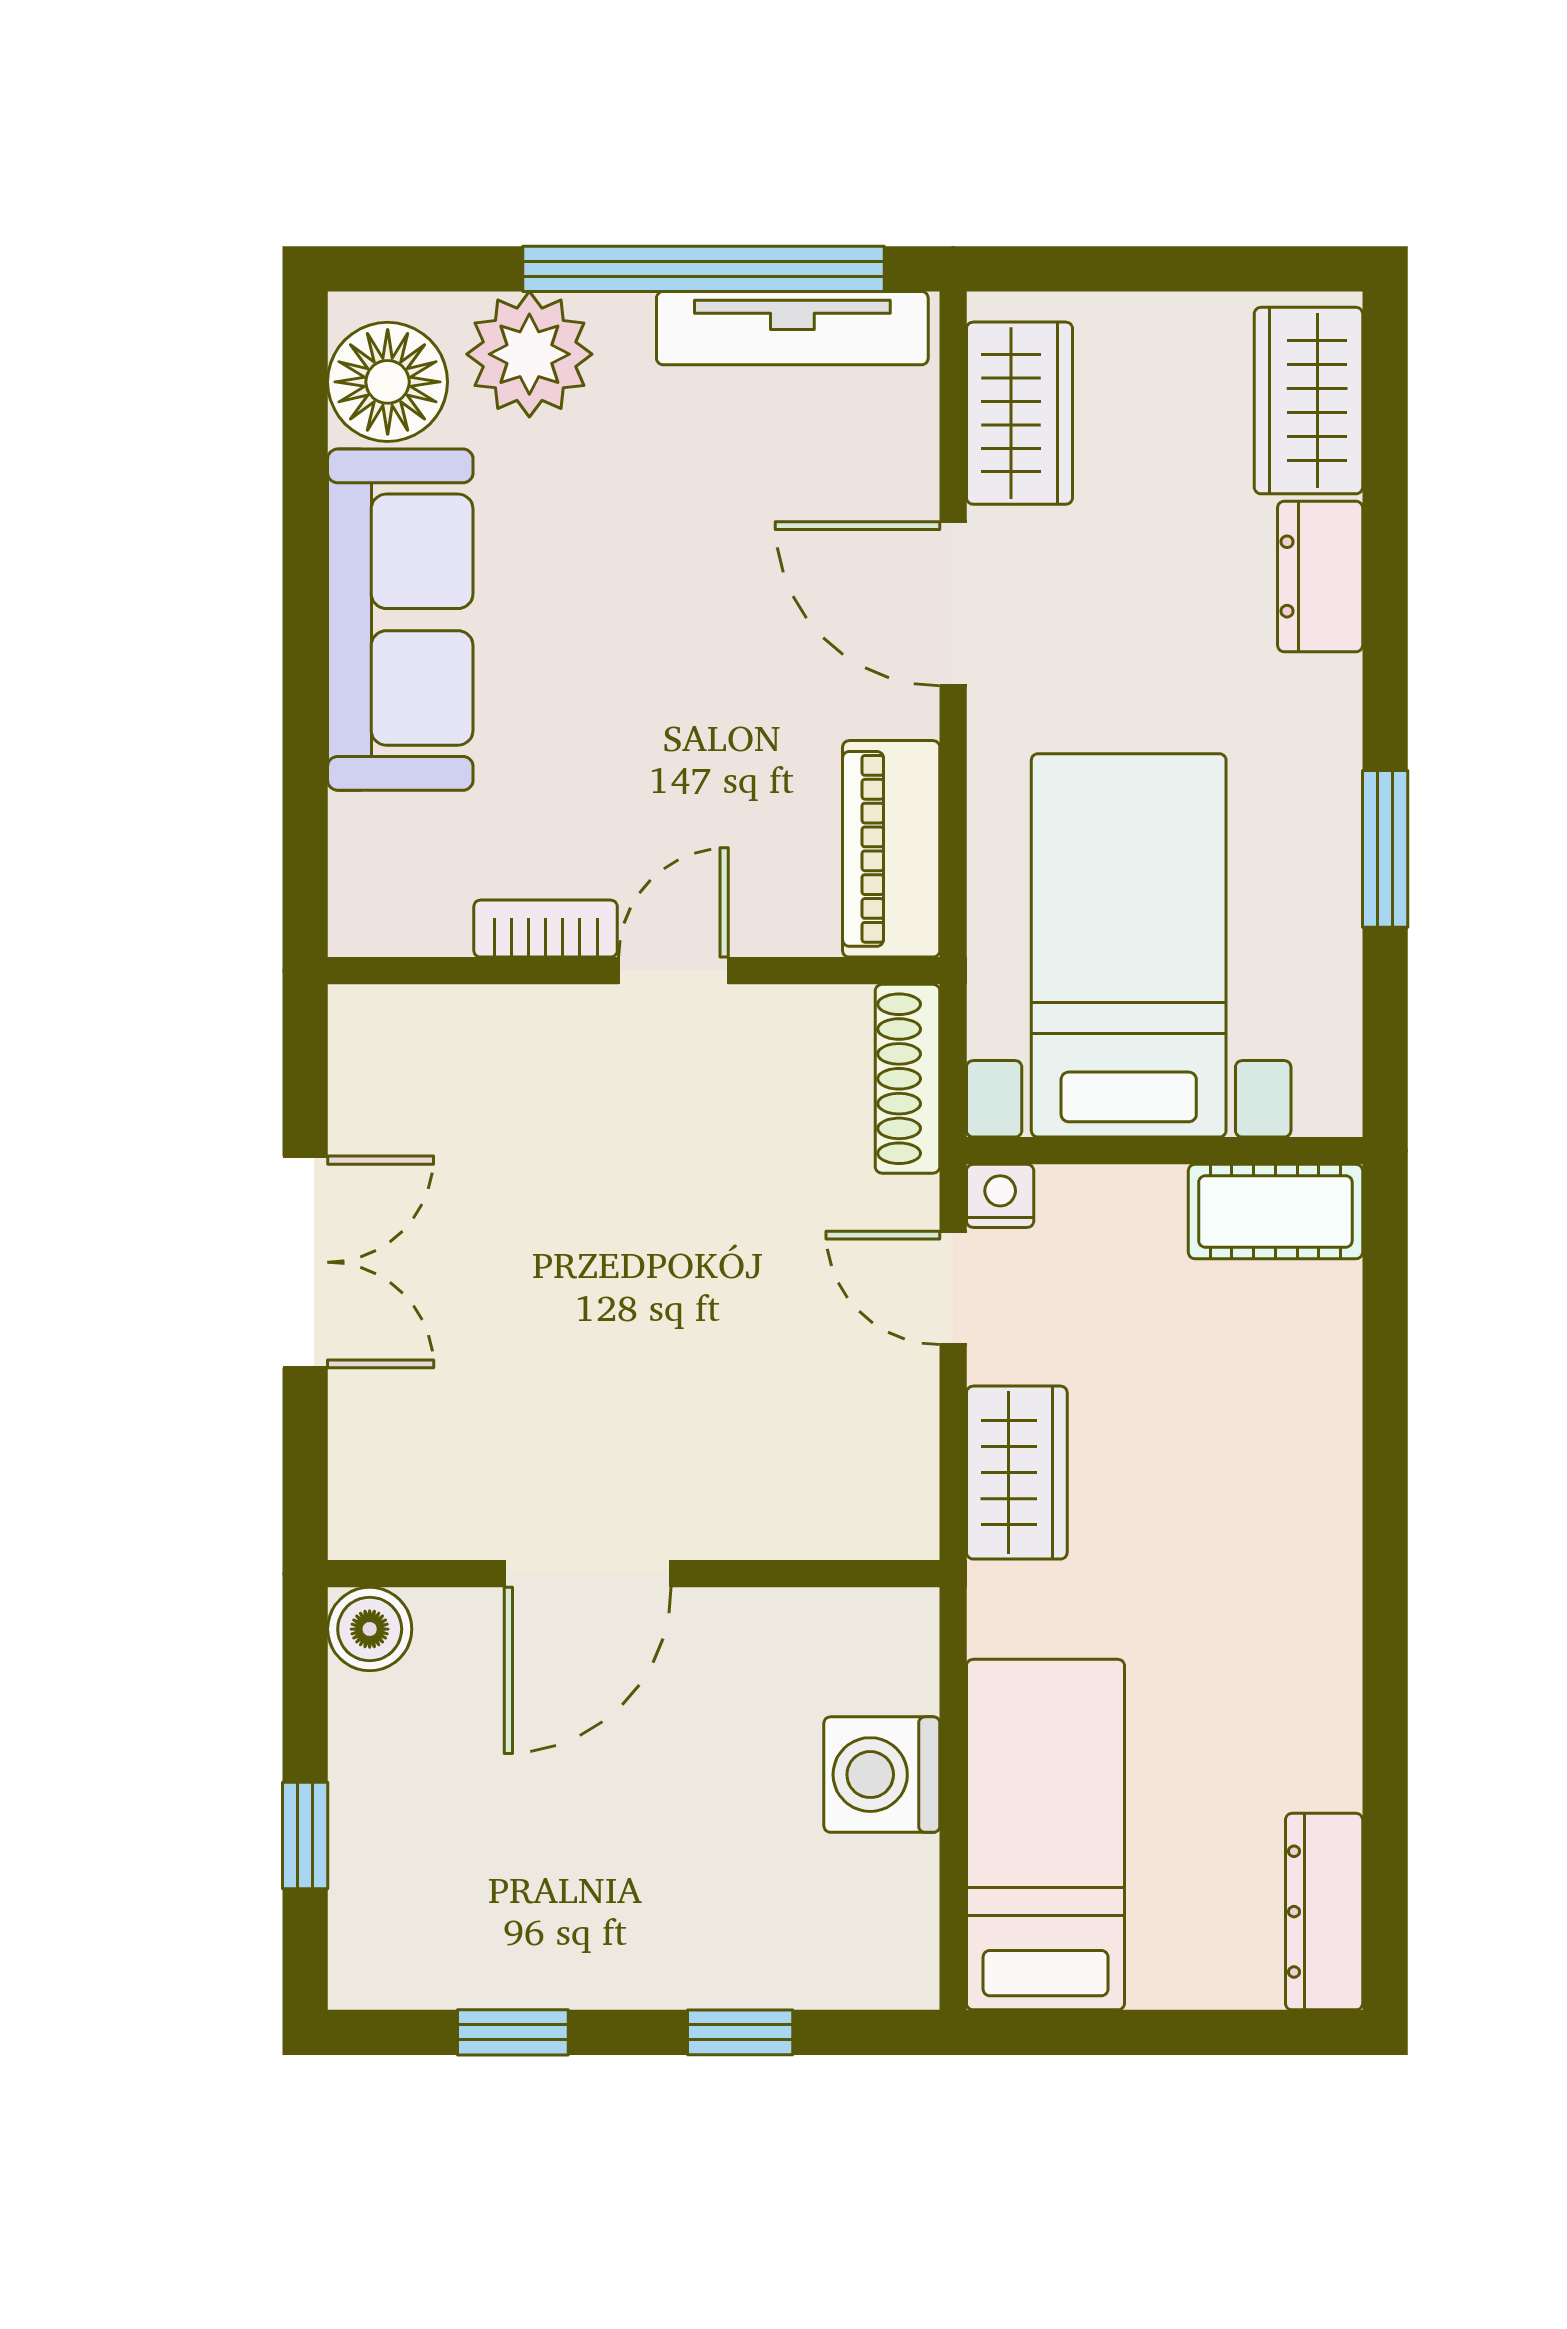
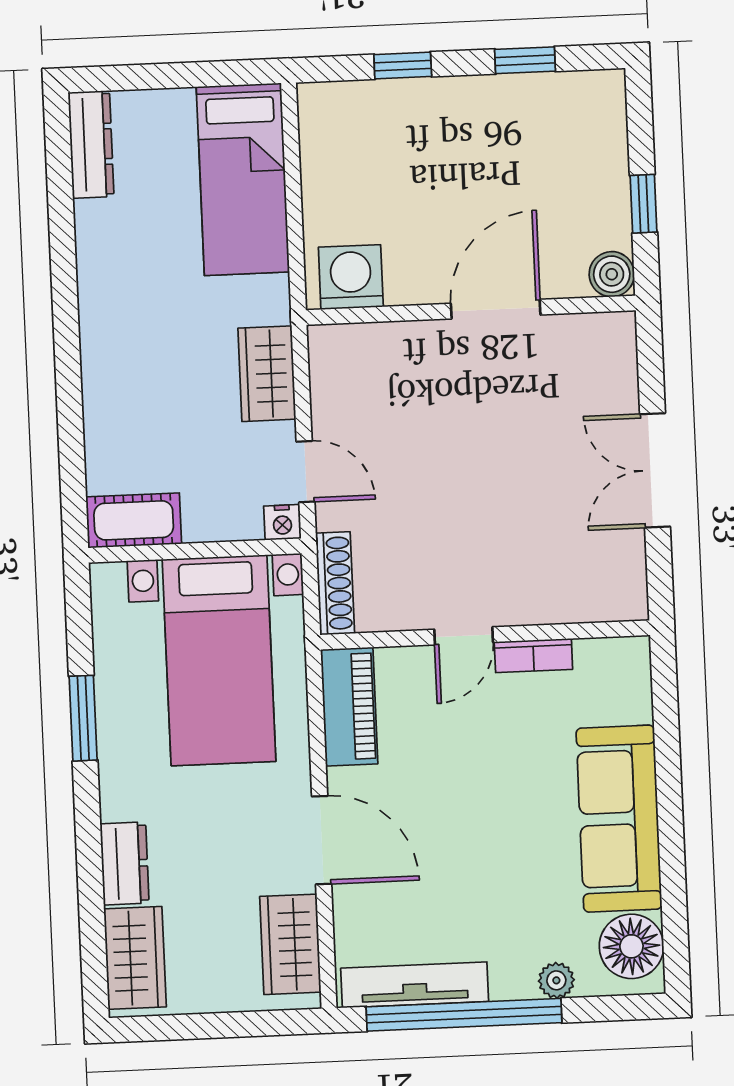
plant: (529, 354) -> (556, 980), width x0.53, depth x0.53
washing machine: (882, 1775) -> (351, 277), moved, turned -90
window: (305, 1835) -> (643, 204), moved

